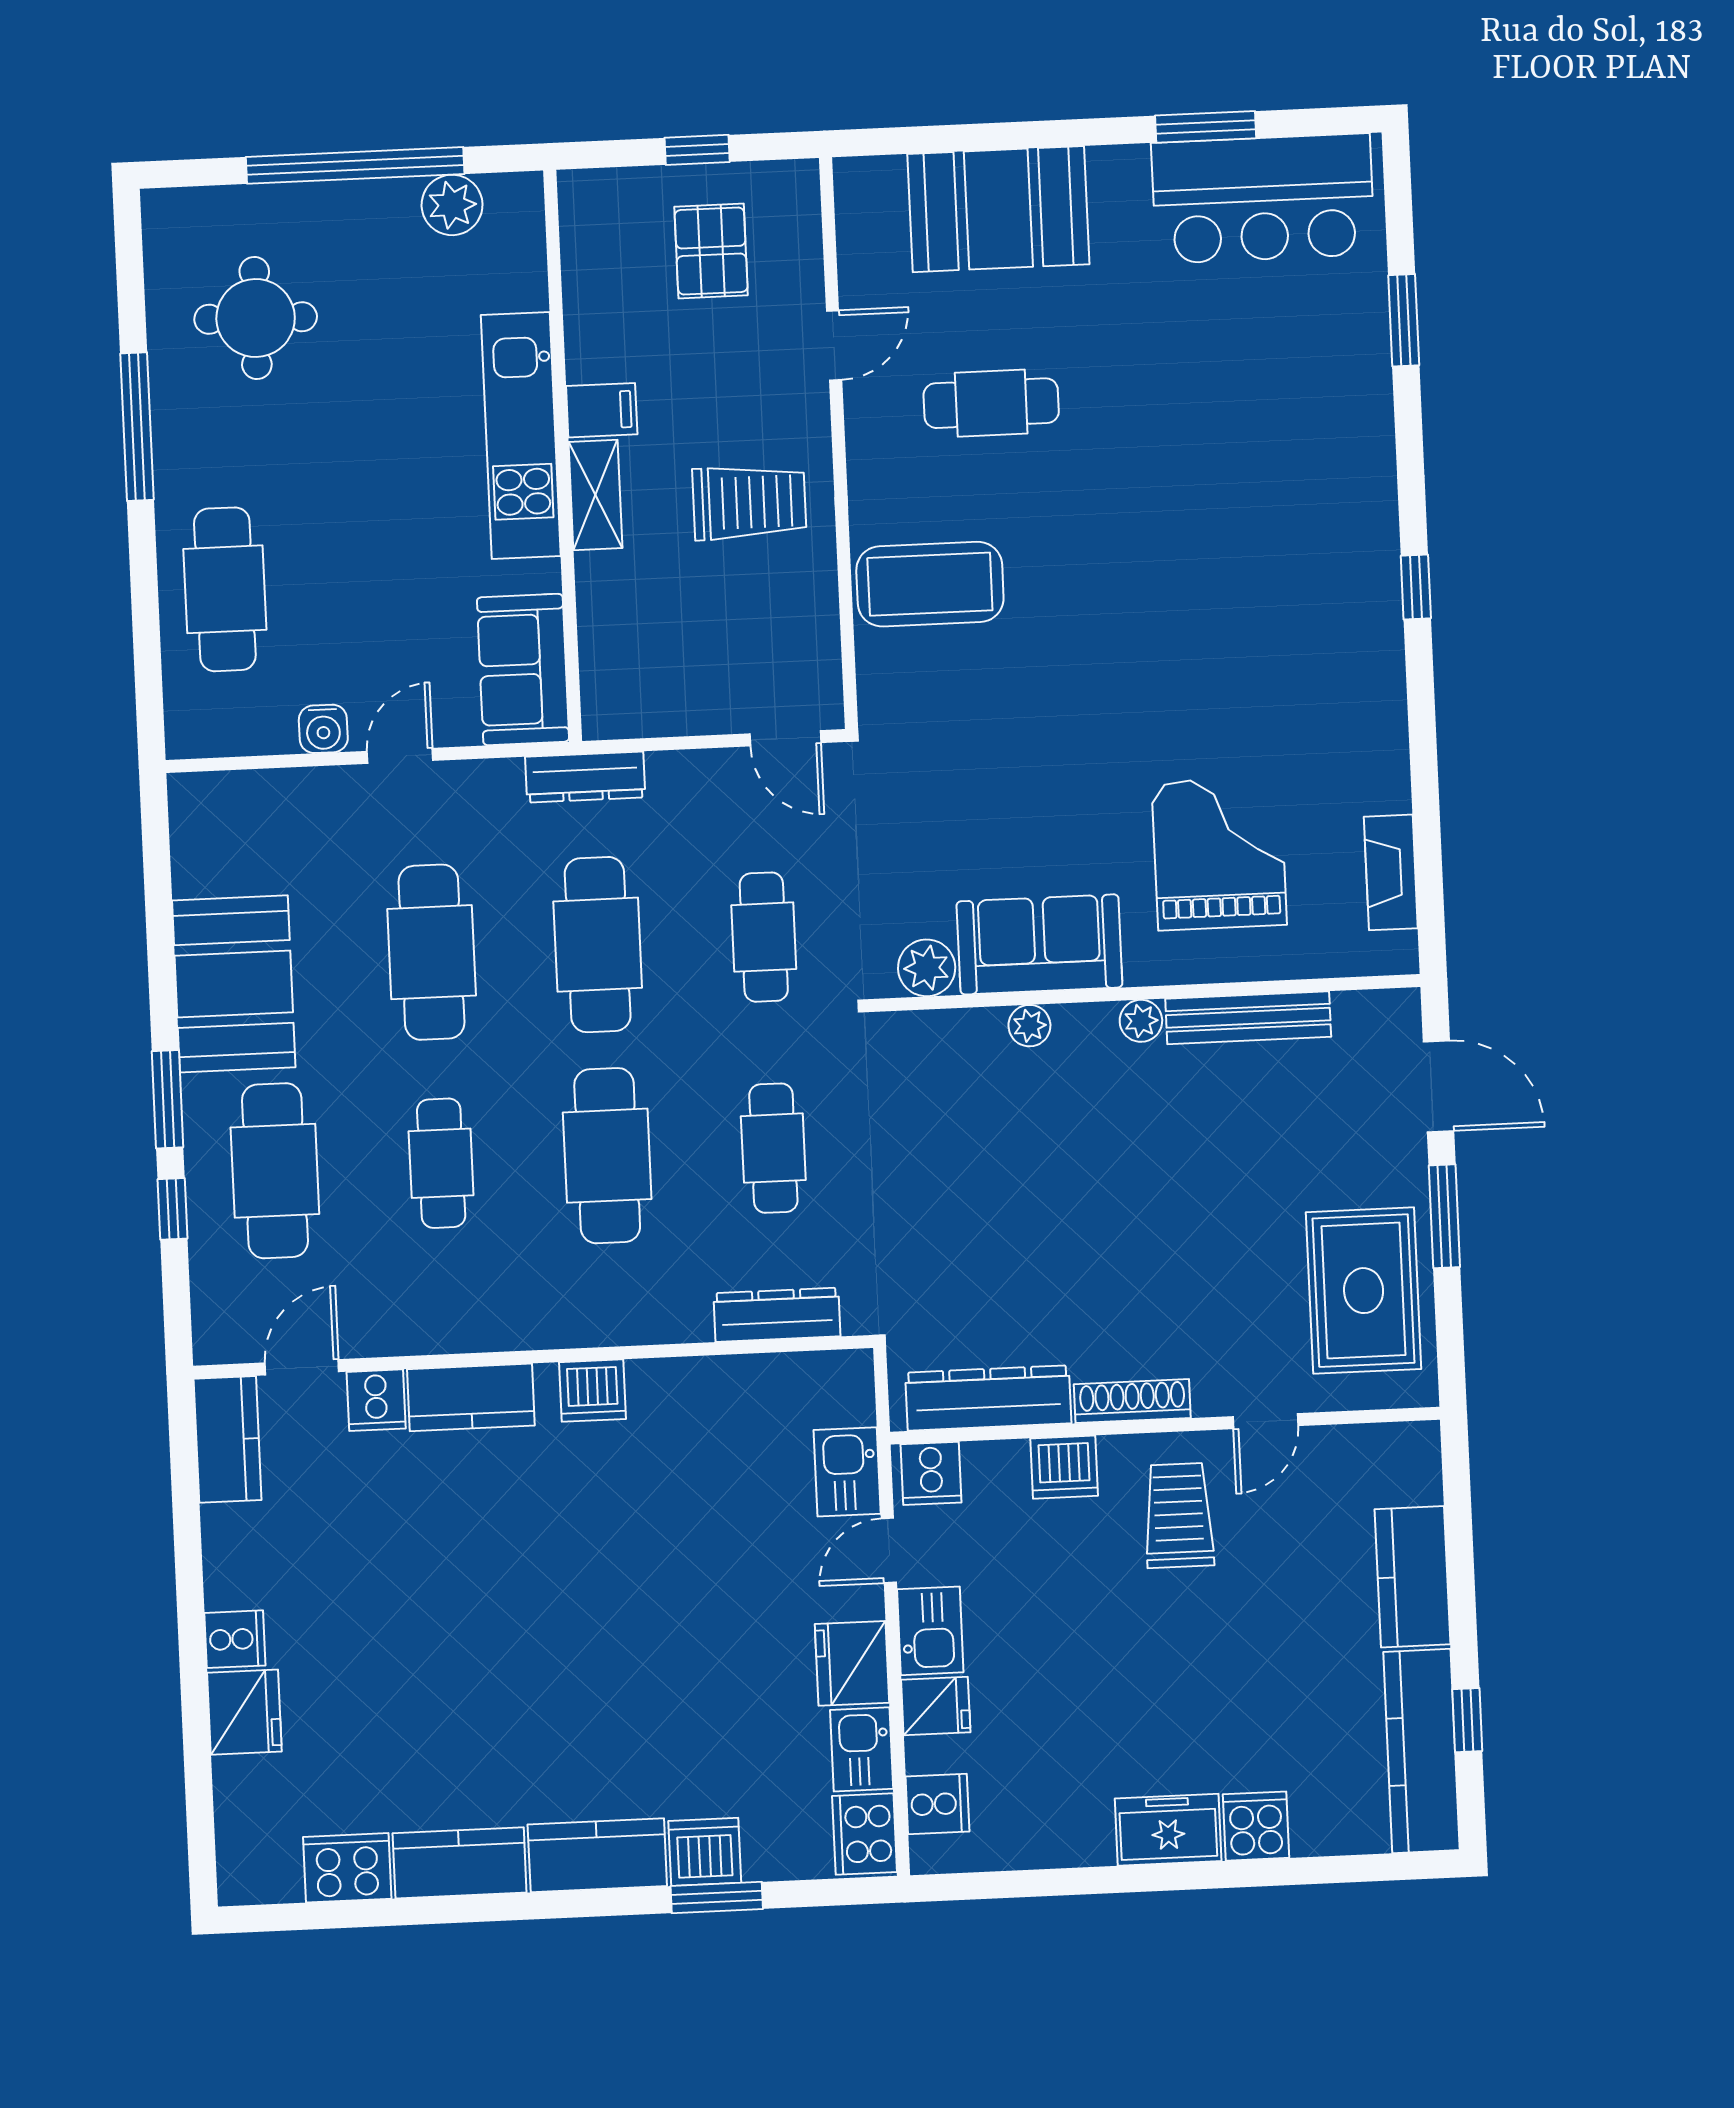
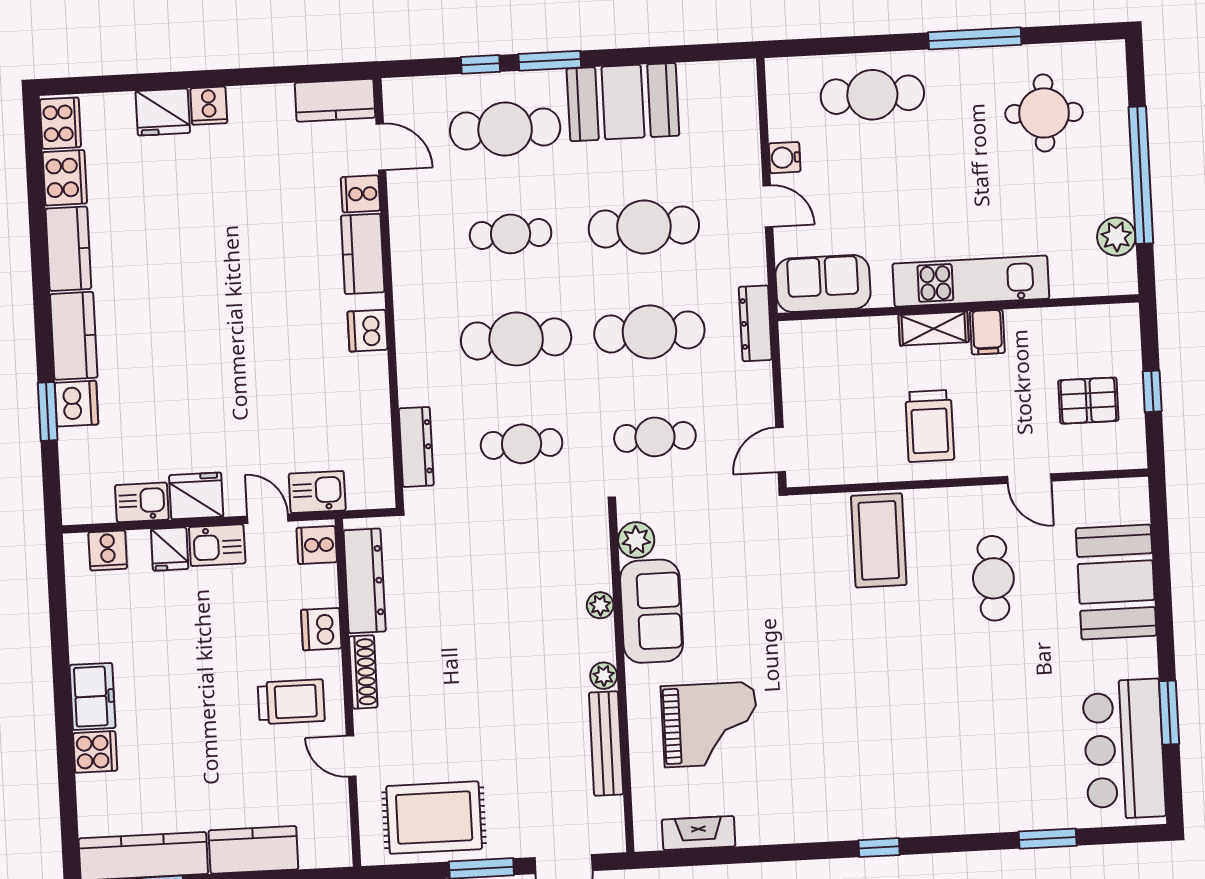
cooker: (865, 1834) -> (60, 123), moved, turned 90

